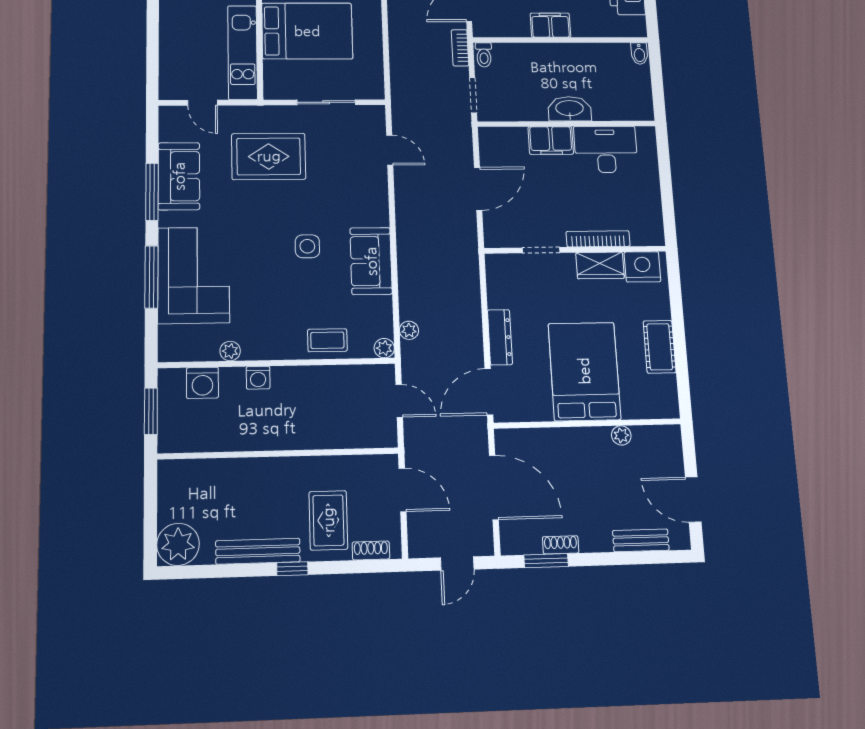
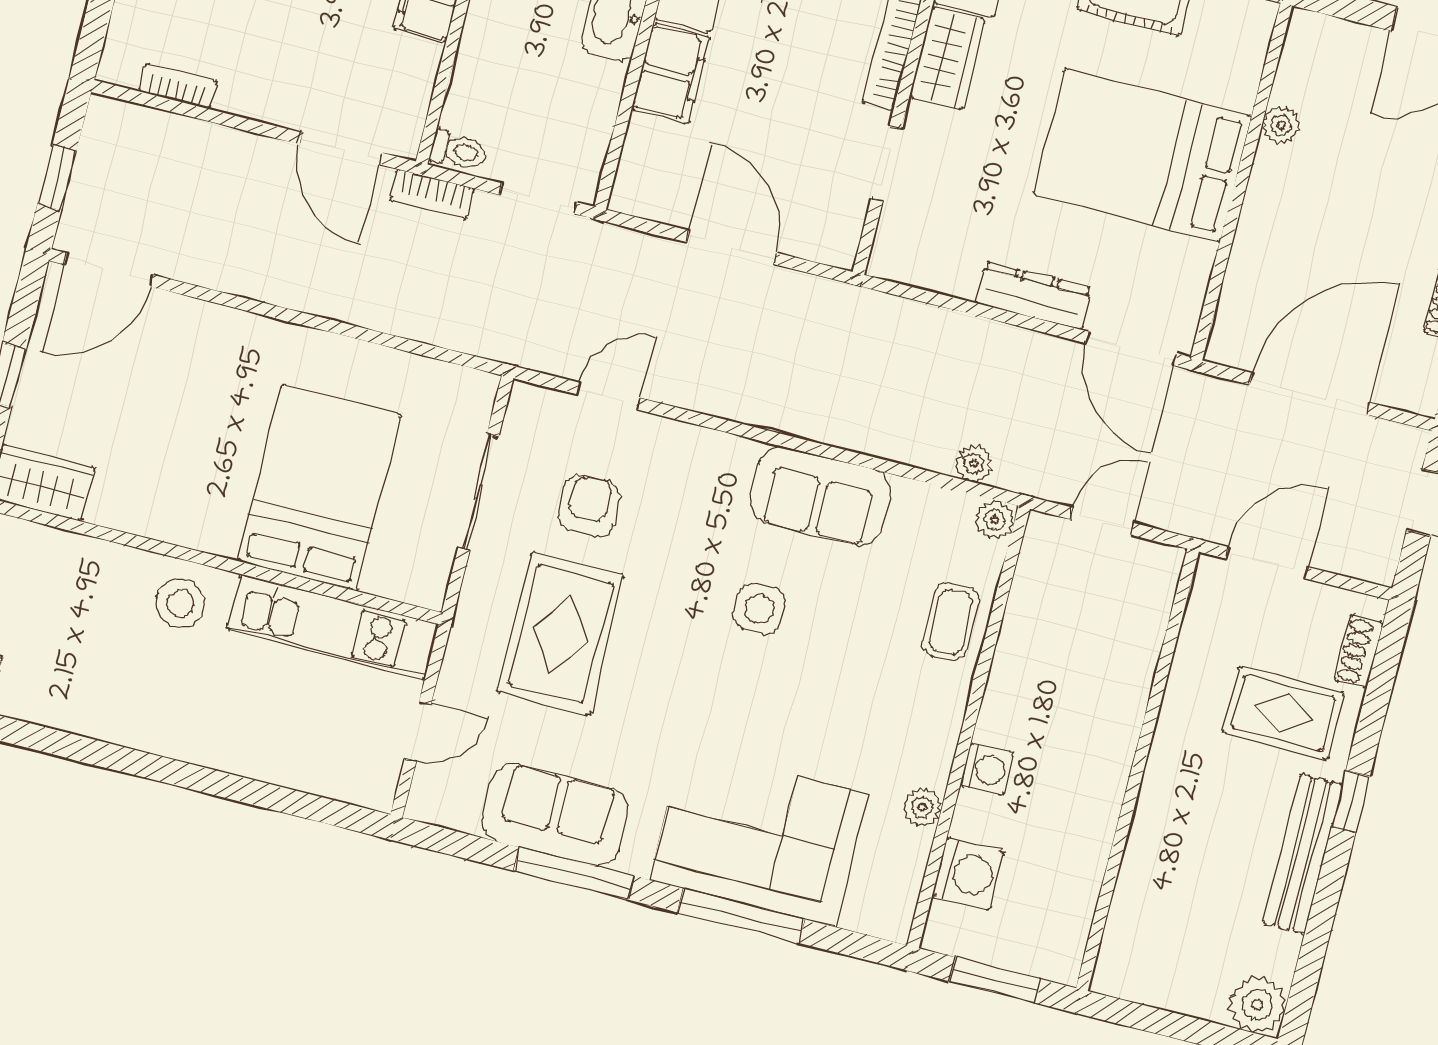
armchair: (334, 154) -> (589, 506), added
plant: (178, 544) -> (1258, 1005), width x0.73, depth x0.73

